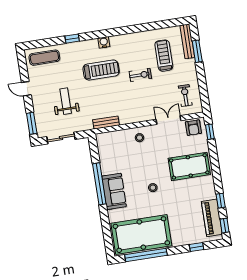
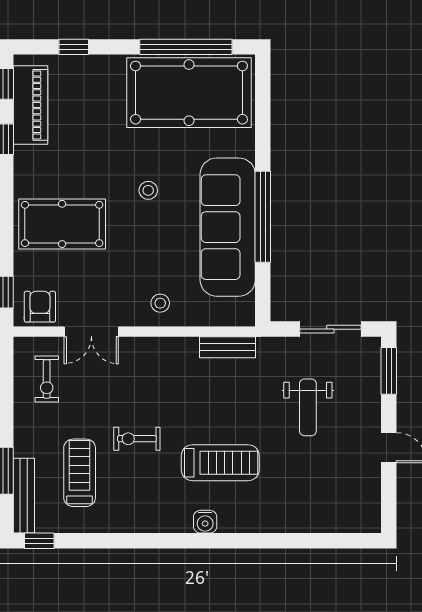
window: (72, 39) -> (39, 541), moved
treadmill: (164, 56) -> (80, 473), turned 180
exercise mat: (44, 58) -> (339, 509), removed
treadmill: (101, 70) -> (220, 463), turned 180
sofa: (114, 191) -> (228, 227), width x1.85, depth x1.27

